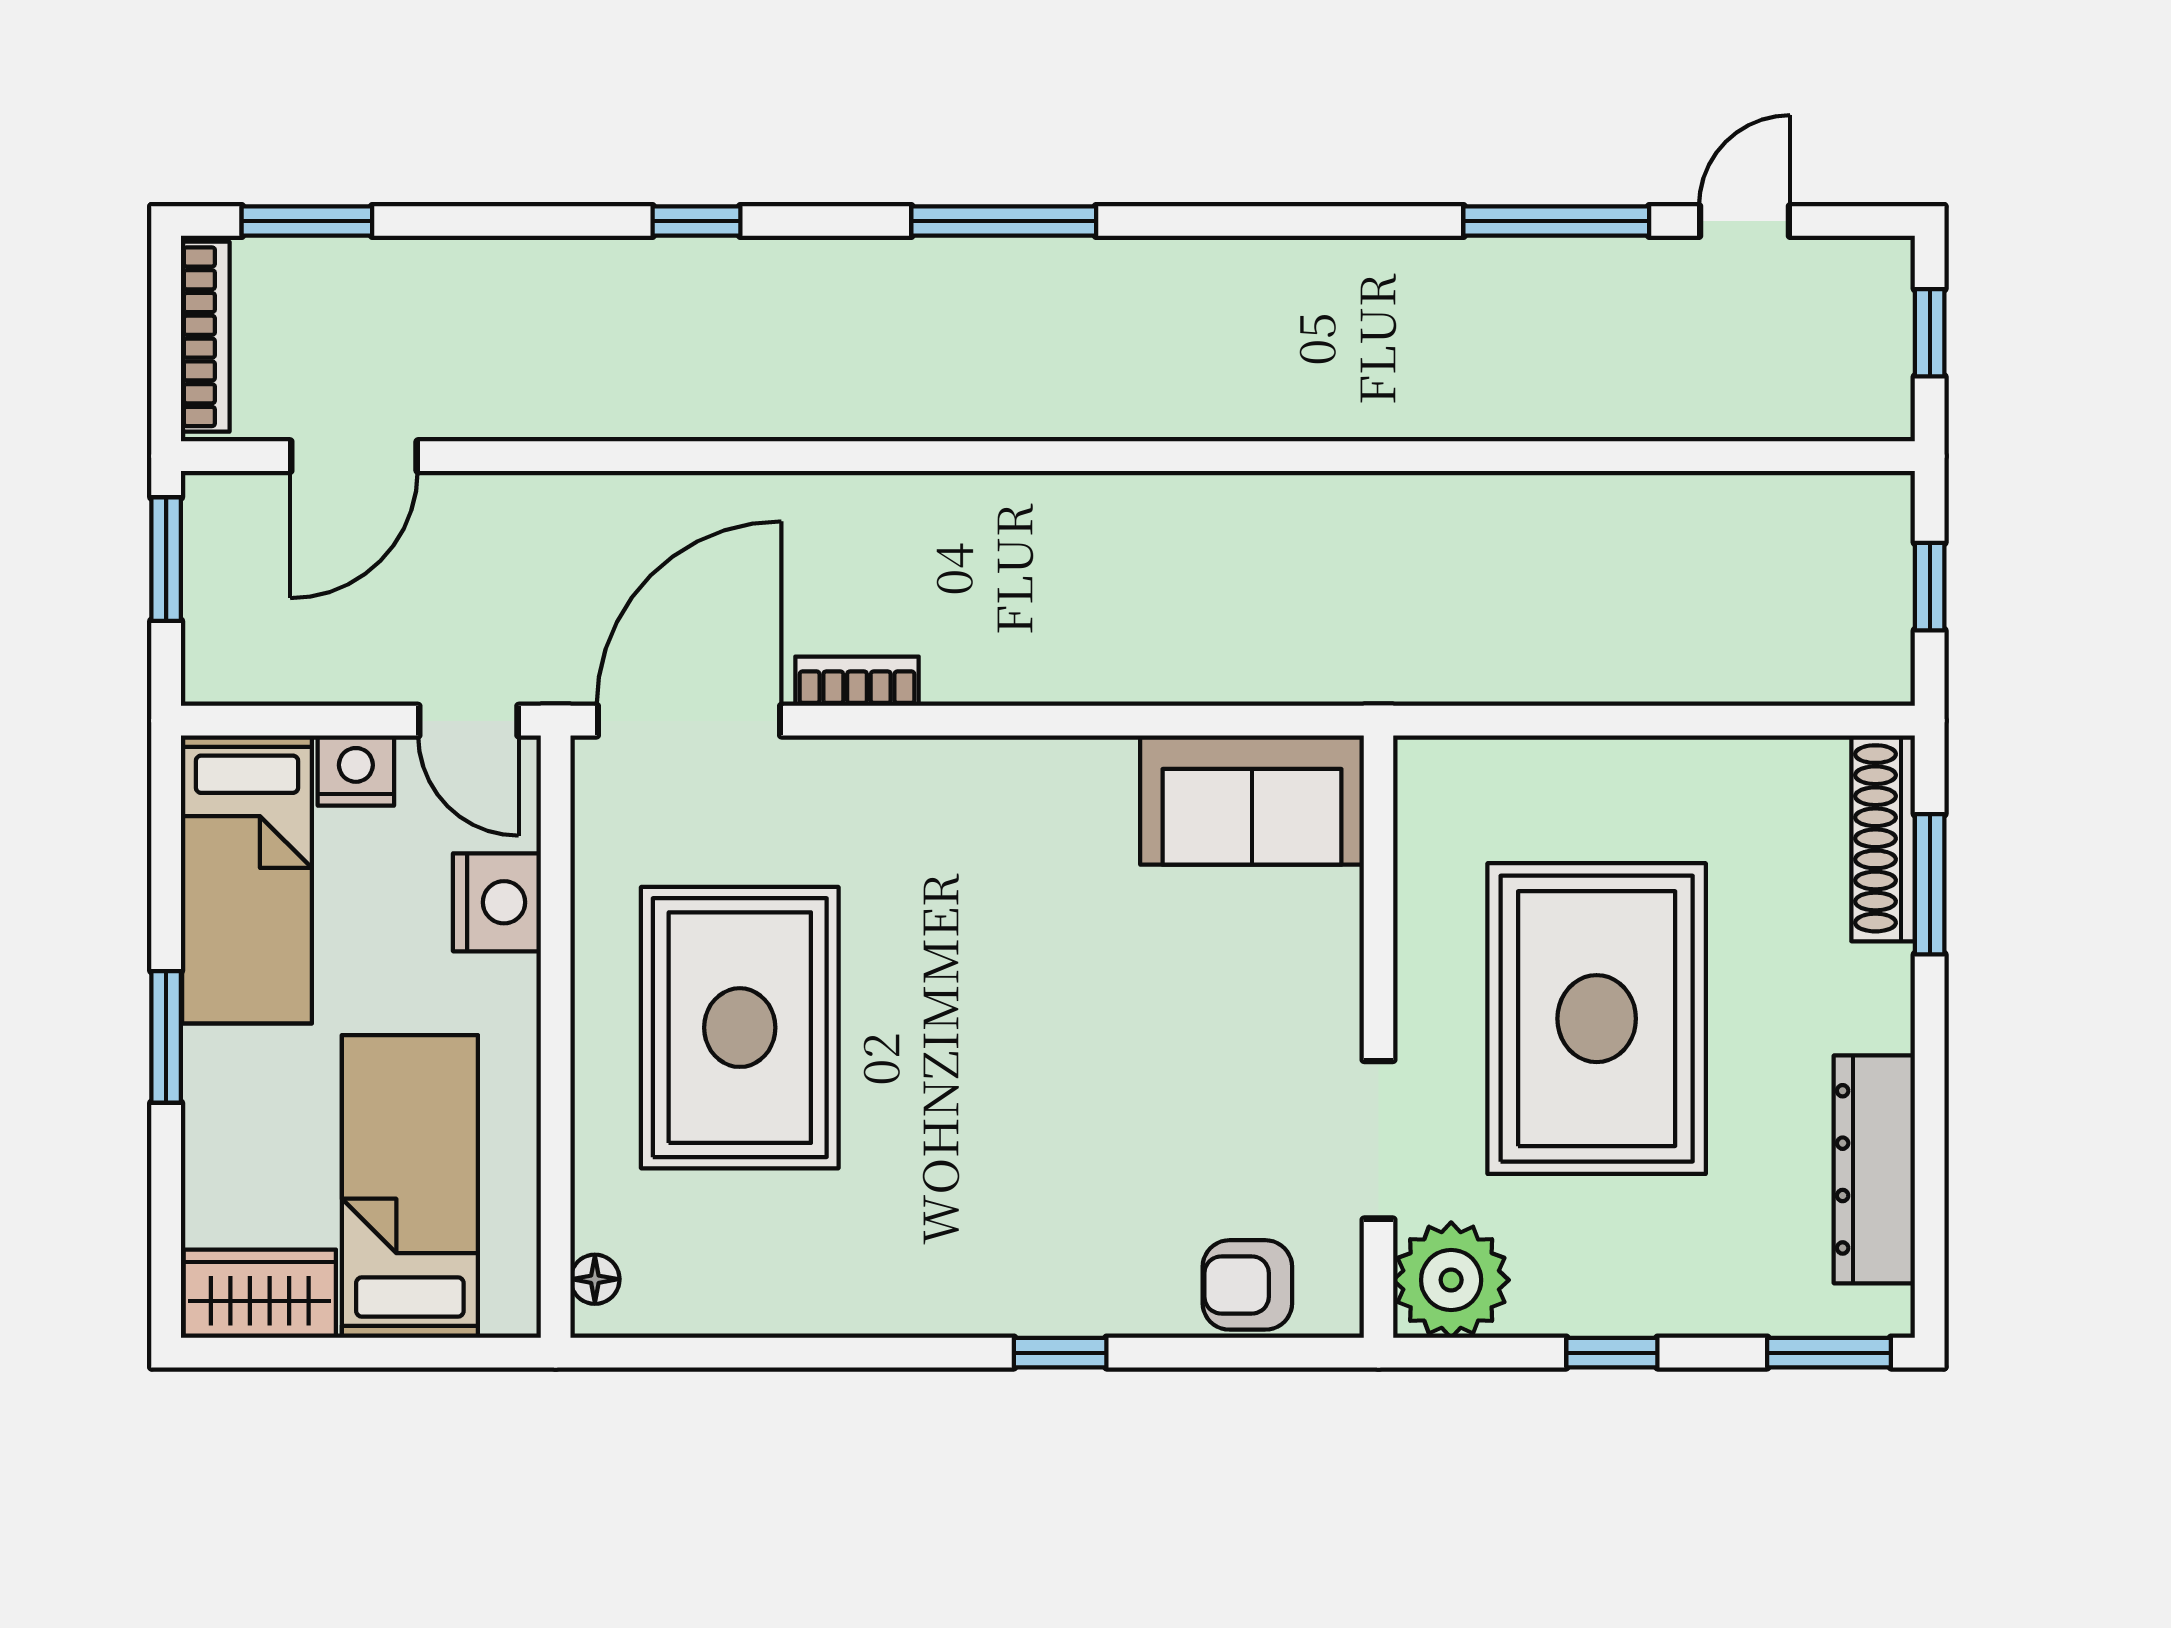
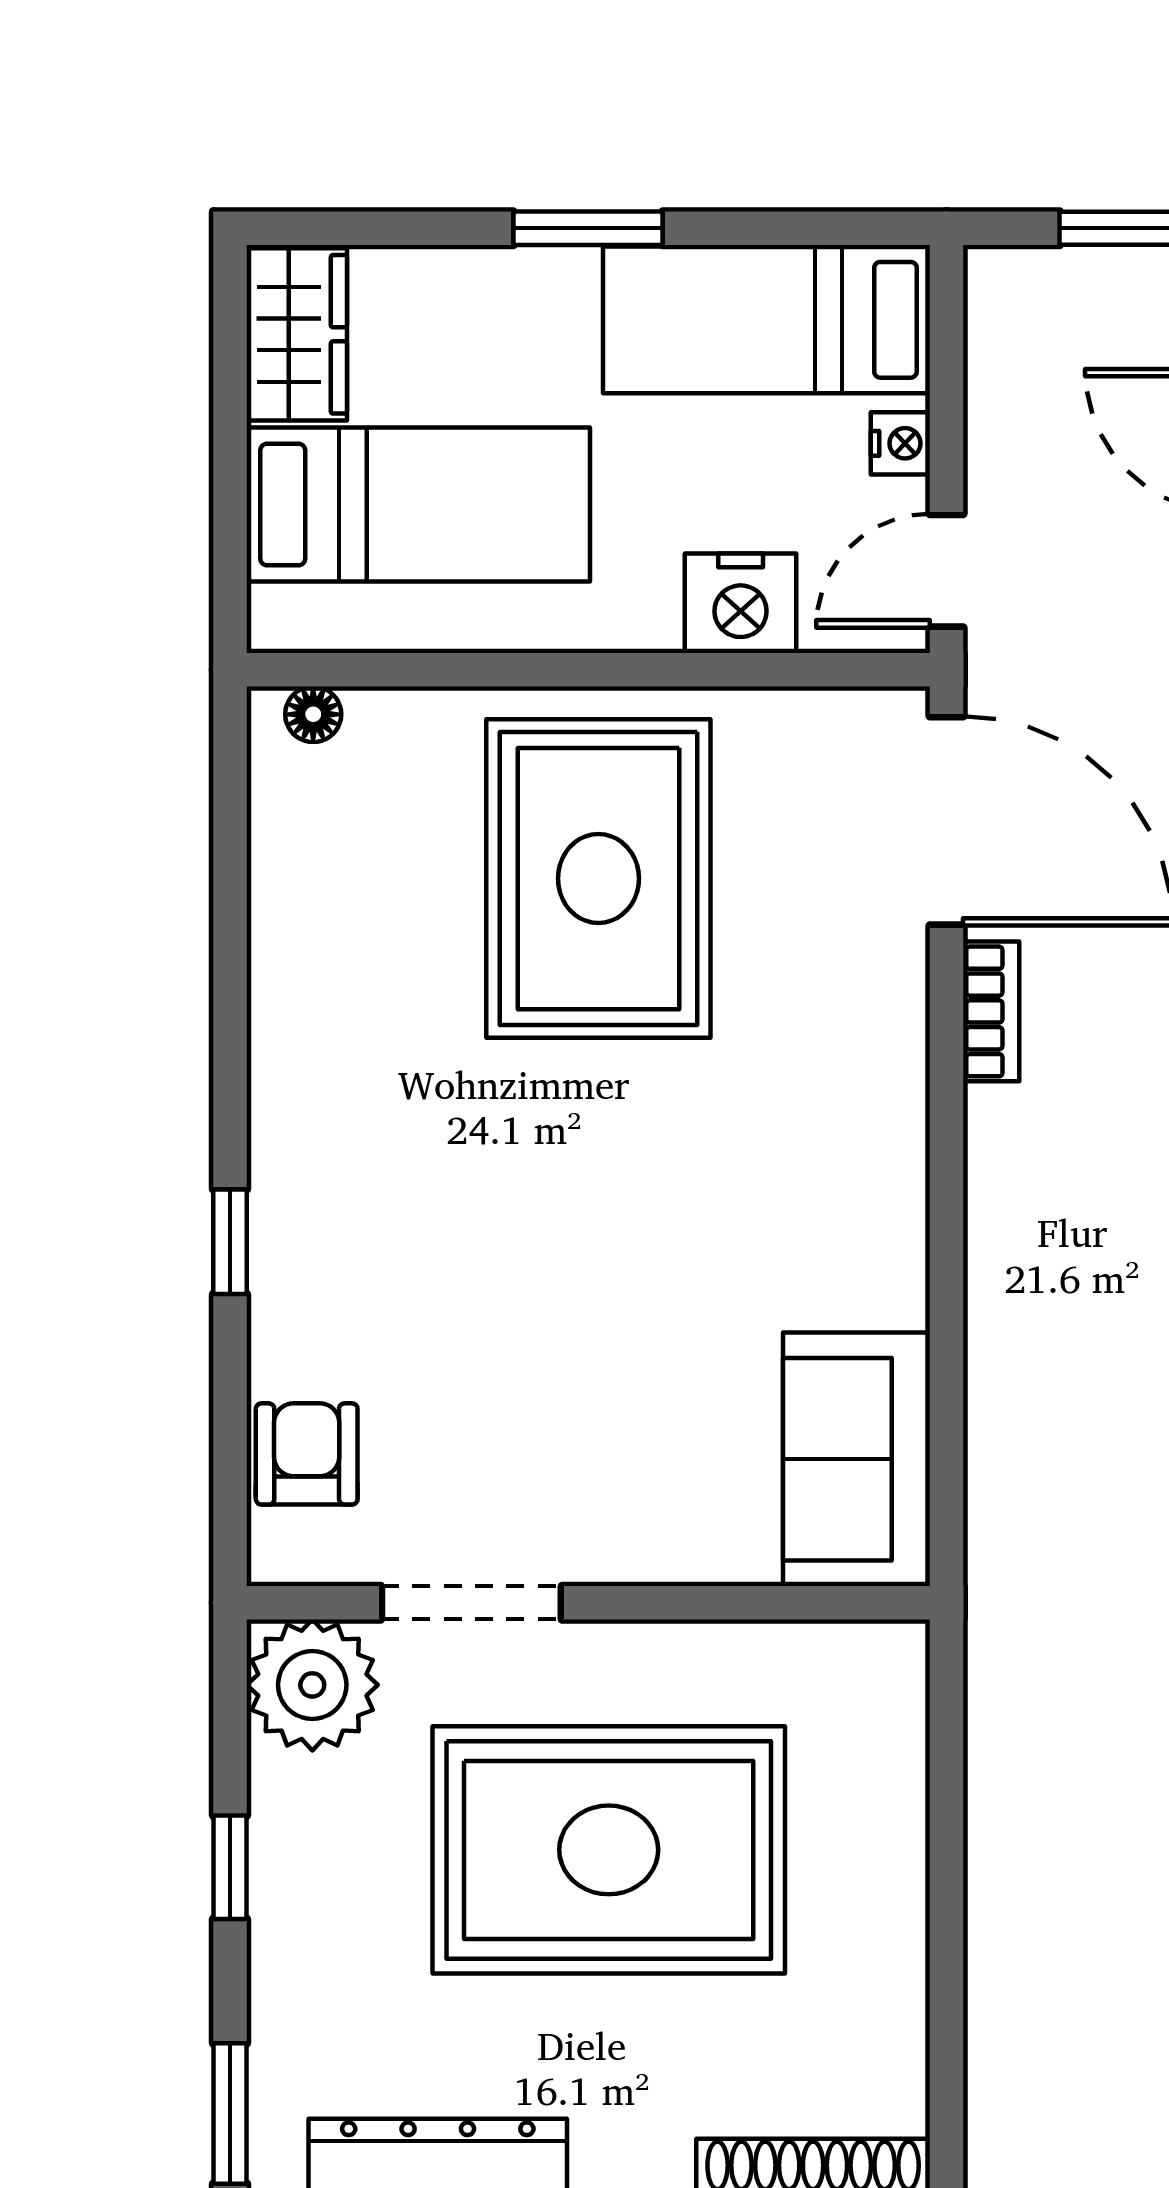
nightstand: (356, 771) -> (900, 443), width x0.72, depth x0.74
rug: (740, 1028) -> (598, 879), turned 90

